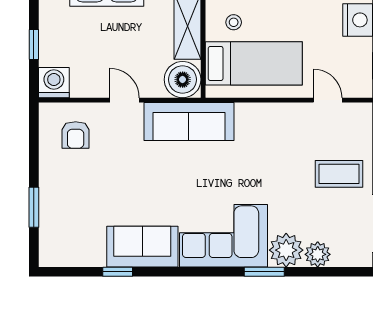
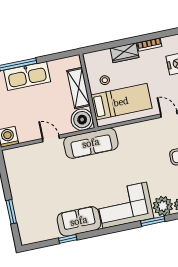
armchair: (76, 135) -> (27, 165), removed

